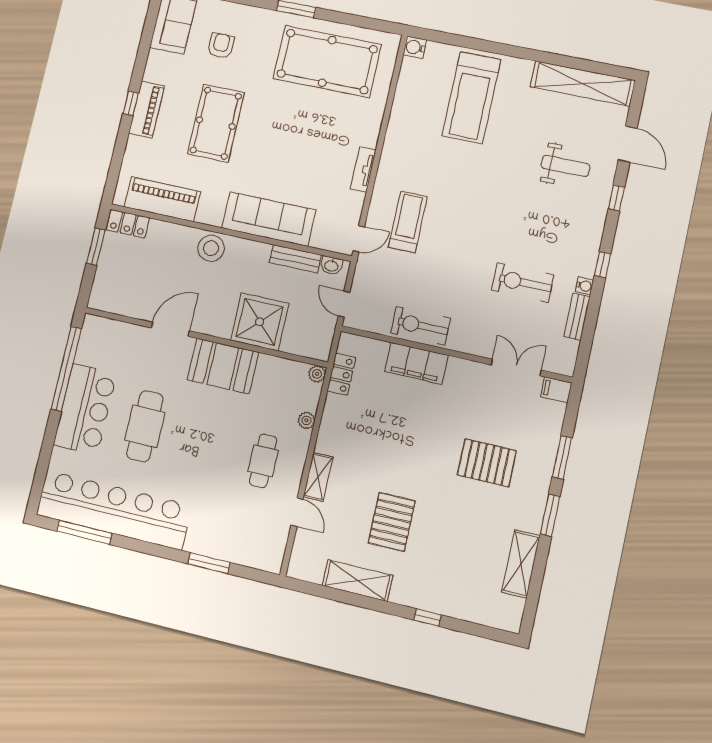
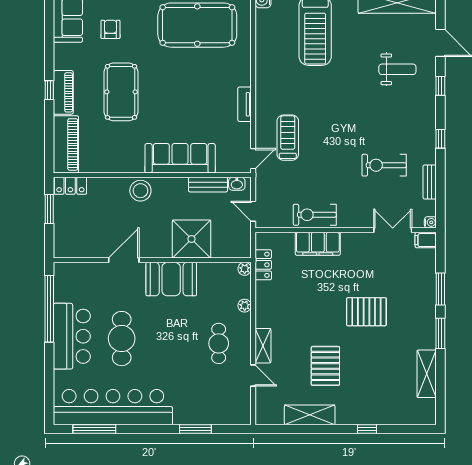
piano: (162, 199) -> (66, 144), moved, turned 90
water cooler: (584, 286) -> (430, 222), moved
pallet: (487, 463) -> (366, 312), moved

